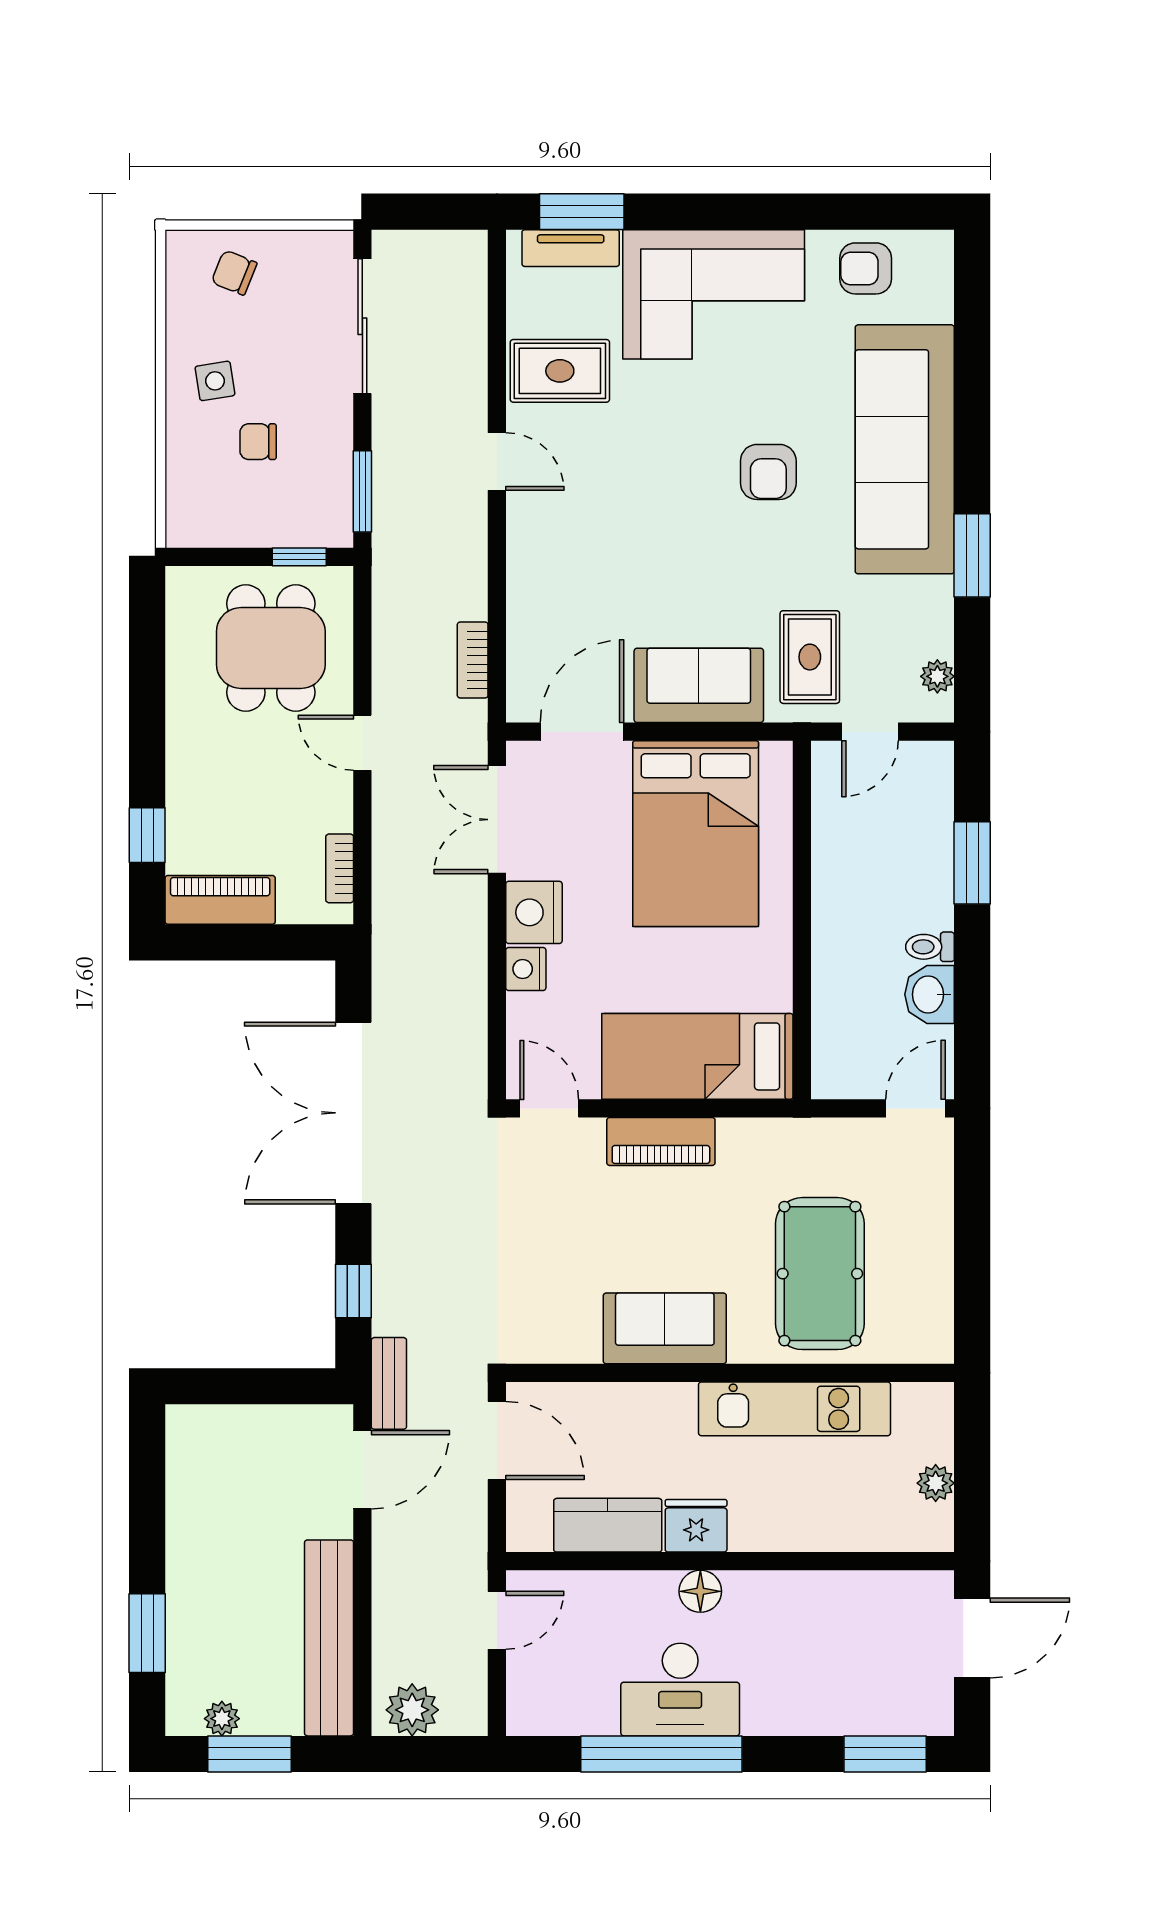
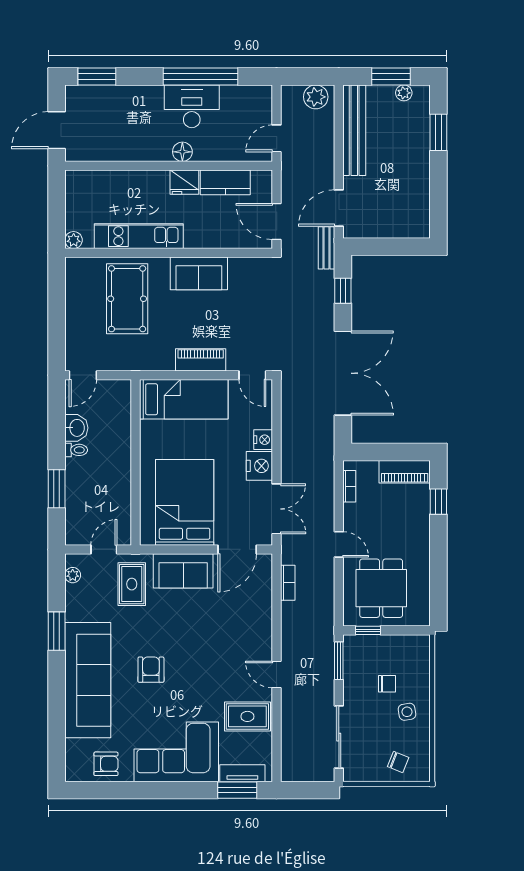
plant: (936, 1483) -> (74, 240), moved

